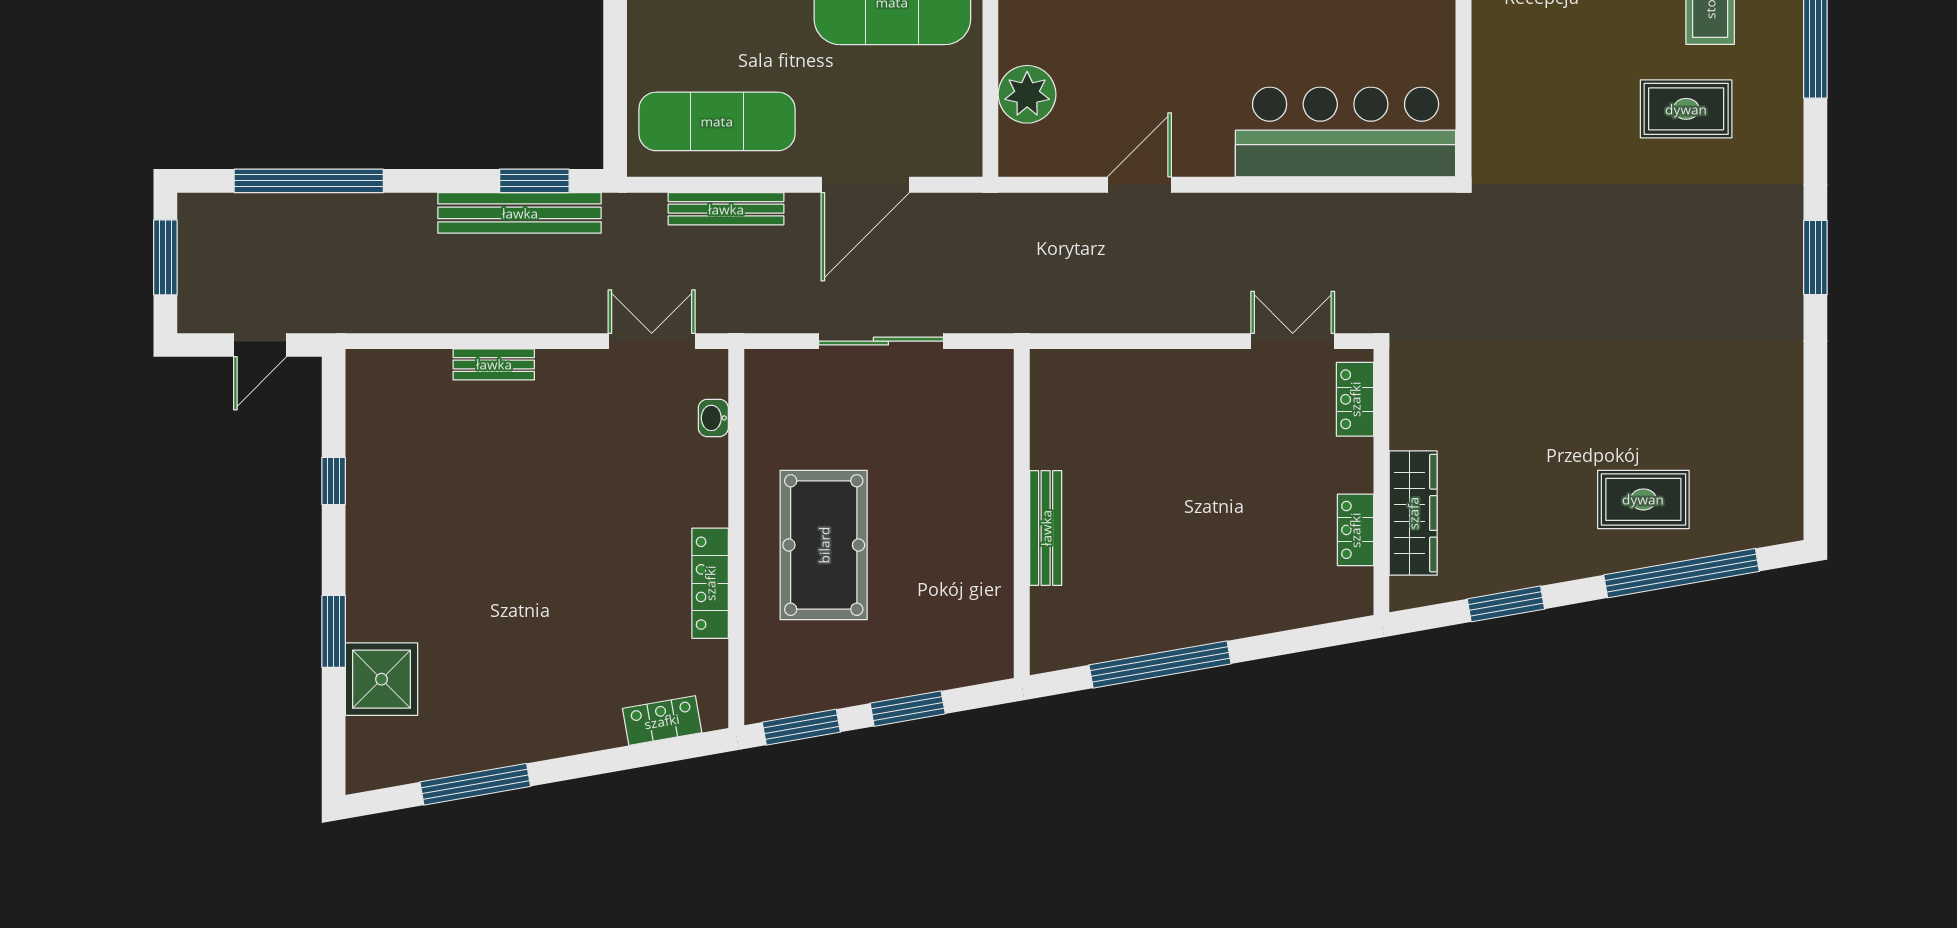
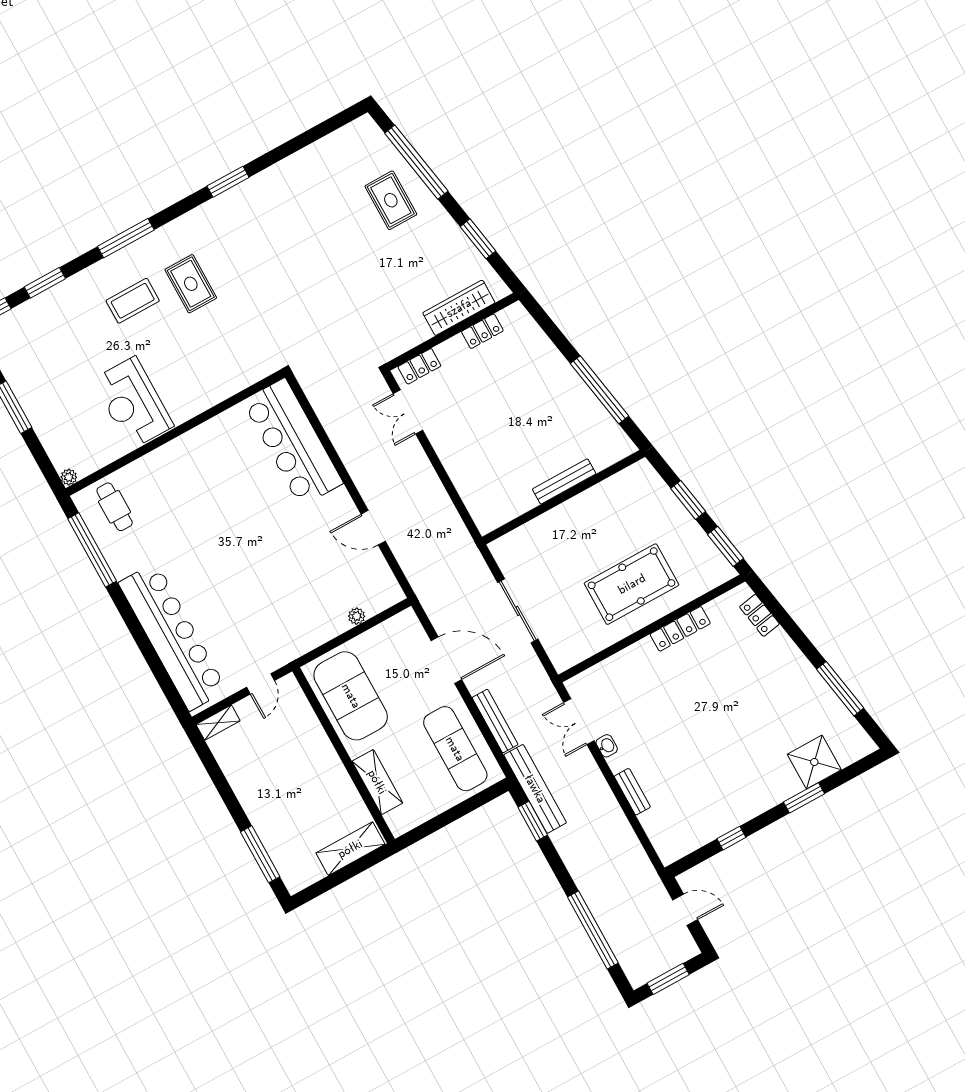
plant: (1027, 94) -> (357, 616), width x0.53, depth x0.53
bench: (520, 213) -> (535, 789), moved
washbasin: (713, 418) -> (607, 746), moved, turned -90

